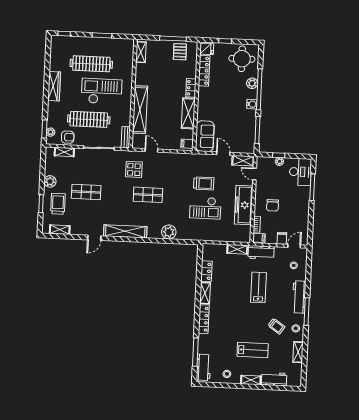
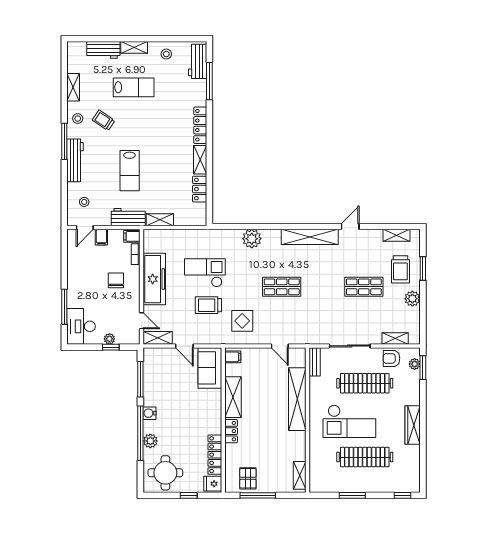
display table: (134, 169) -> (242, 321), moved
lab bench: (253, 350) -> (134, 87), turned 180

